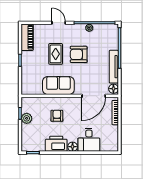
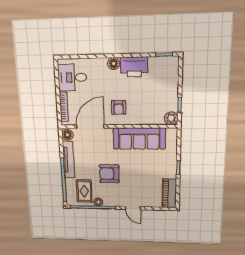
rug: (56, 54) -> (84, 191), moved
armchair: (79, 54) -> (109, 174), turned 180
sofa: (58, 85) -> (139, 139), width x1.36
armchair: (57, 116) -> (119, 107), moved
plant: (27, 118) -> (171, 118), moved
desk: (89, 140) -> (72, 78), moved, turned -90

